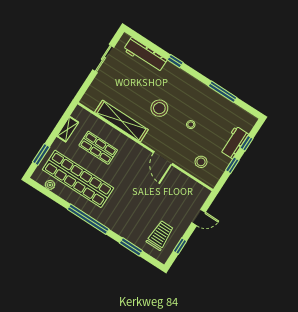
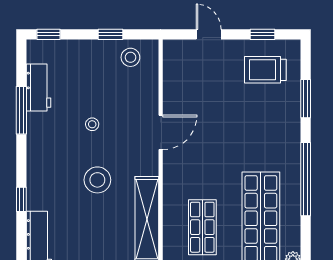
workbench: (234, 142) -> (39, 88), moved, turned -90
window: (247, 143) -> (48, 34), moved
stool: (201, 162) -> (130, 57), moved

